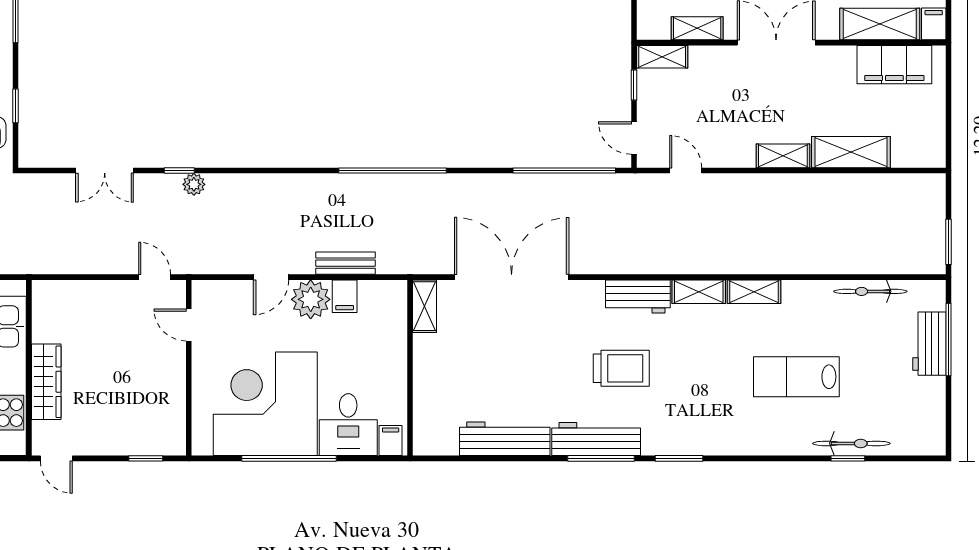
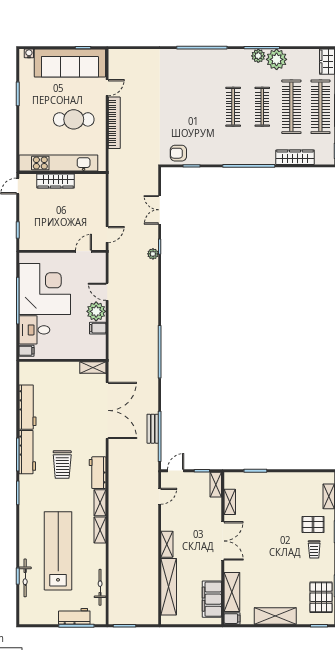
shelving: (851, 152) -> (169, 587), width x1.47
bench: (346, 263) -> (153, 429), moved
lab bench: (796, 377) -> (58, 551), width x1.86, depth x1.39

